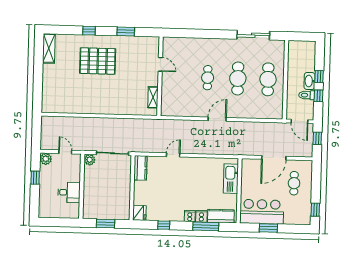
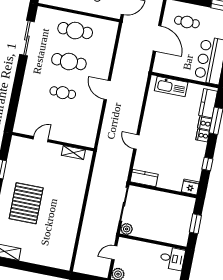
desk: (69, 192) -> (172, 258), moved, turned 90

